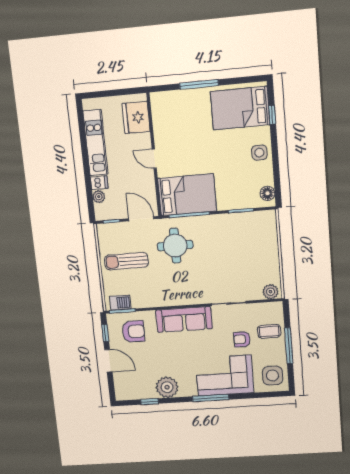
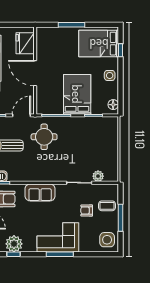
door: (154, 159) -> (35, 73), width x1.87
bed: (187, 195) -> (77, 94), moved, turned -90
door: (141, 219) -> (21, 115), hinge flipped
plant: (270, 292) -> (98, 176), moved
sofa: (184, 319) -> (40, 192), width x0.73
corner sofa: (225, 375) -> (58, 237), moved
plant: (167, 387) -> (14, 244), moved

